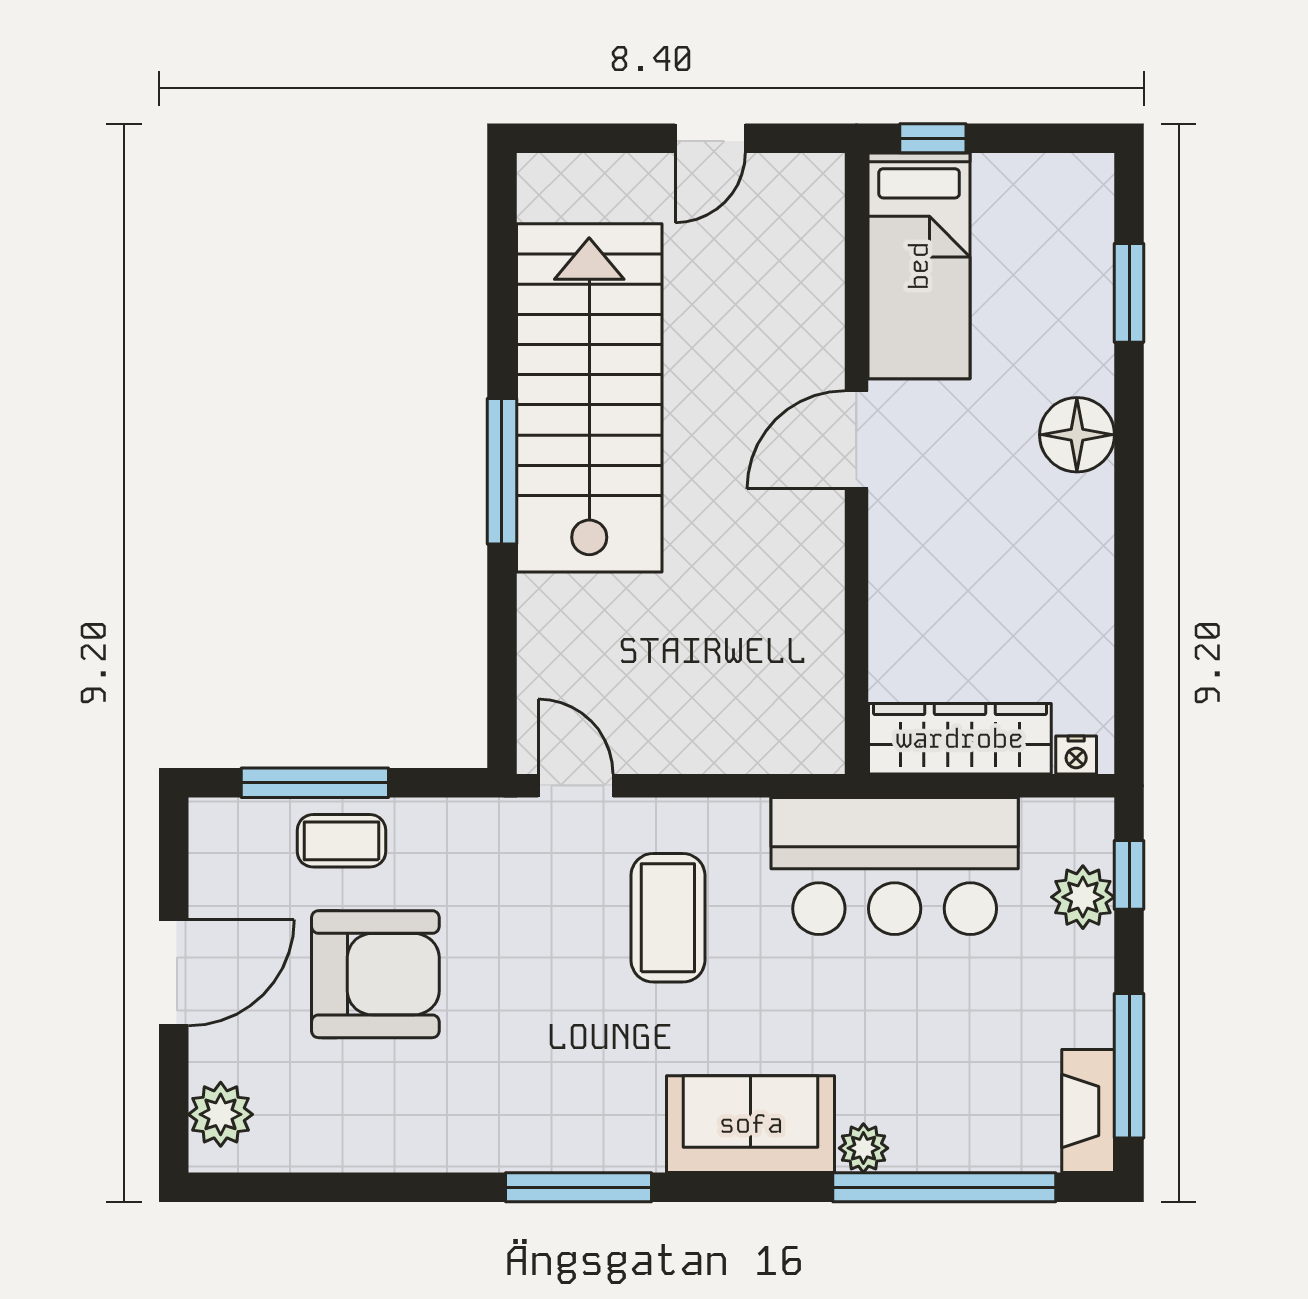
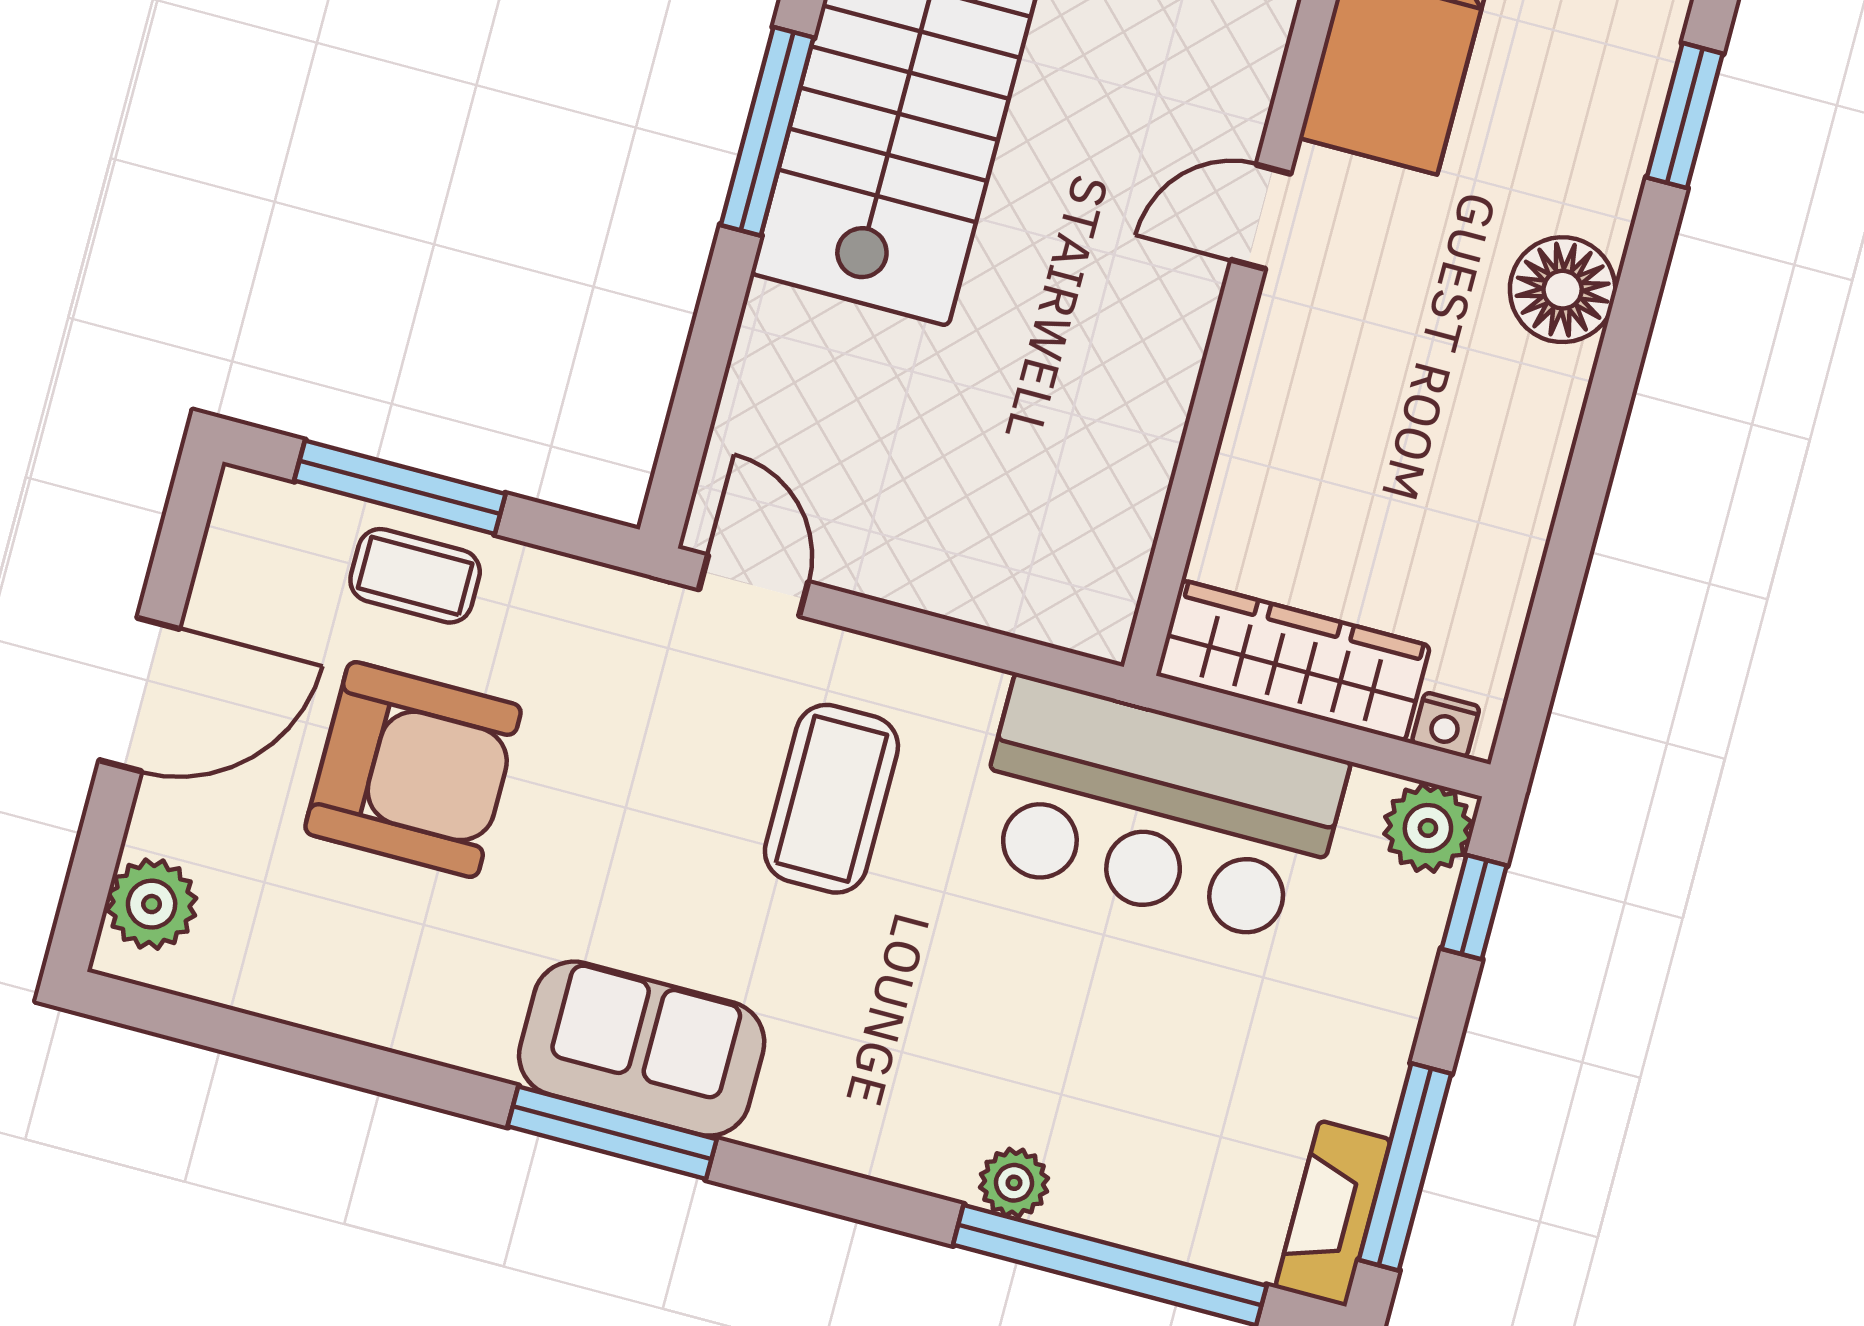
door: (856, 440) -> (1261, 217), width x0.73
plant: (1083, 897) -> (1428, 828), moved
sofa: (751, 1124) -> (642, 1049), moved

